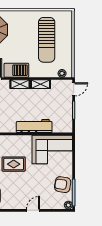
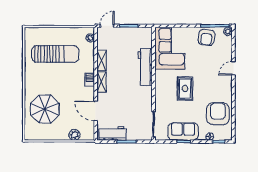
barbecue: (16, 70) -> (90, 80), width x0.53, depth x0.65
door: (74, 89) -> (107, 26), hinge flipped
door: (33, 210) -> (233, 68), hinge flipped

